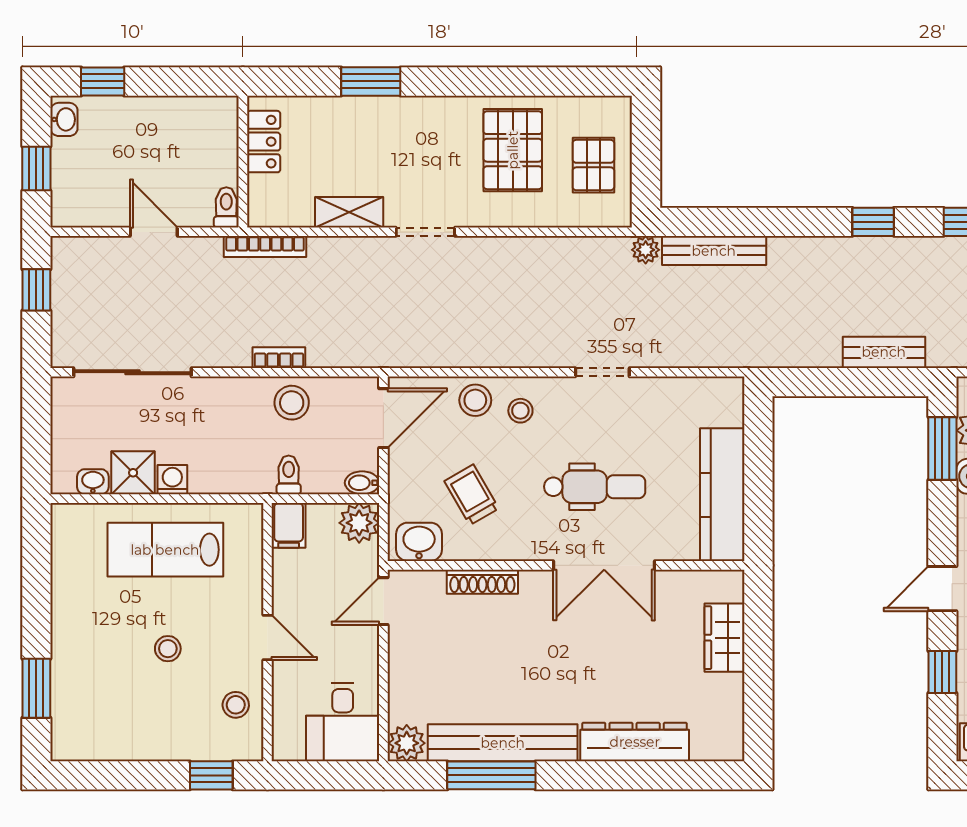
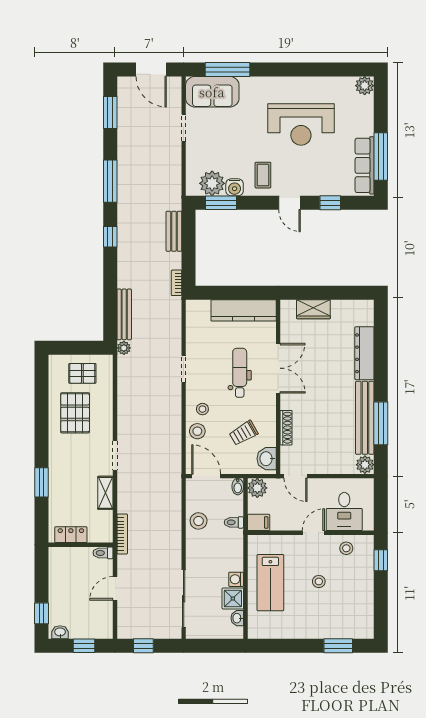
pallet: (513, 150) -> (75, 413), turned 90
bookcase: (279, 358) -> (176, 283), moved
desk: (343, 722) -> (344, 511), moved, turned 90

